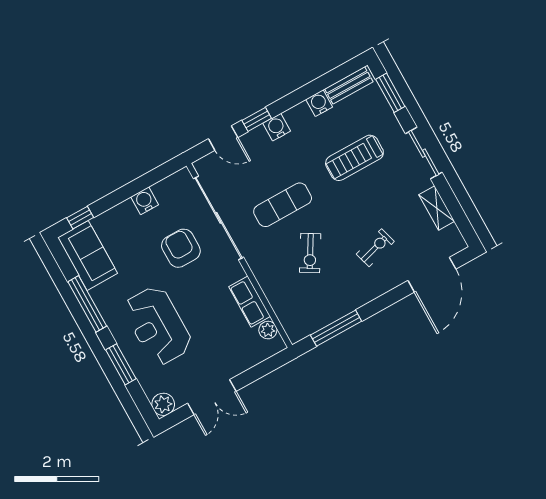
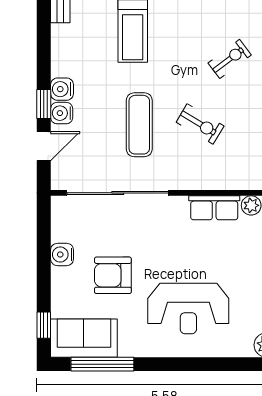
water cooler: (319, 103) -> (62, 113), moved
armchair: (181, 248) -> (113, 275), moved
exercise bike: (375, 248) -> (230, 59), turned 69
window: (87, 304) -> (102, 364), moved
window: (121, 364) -> (206, 364), removed

